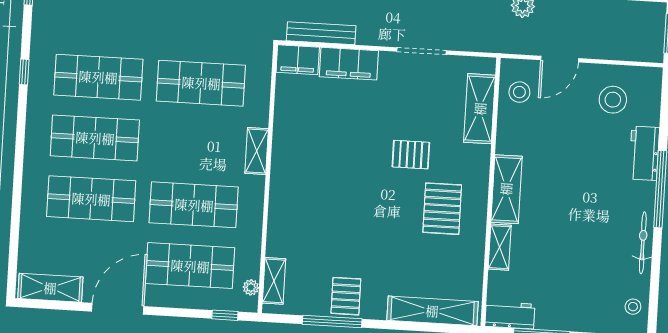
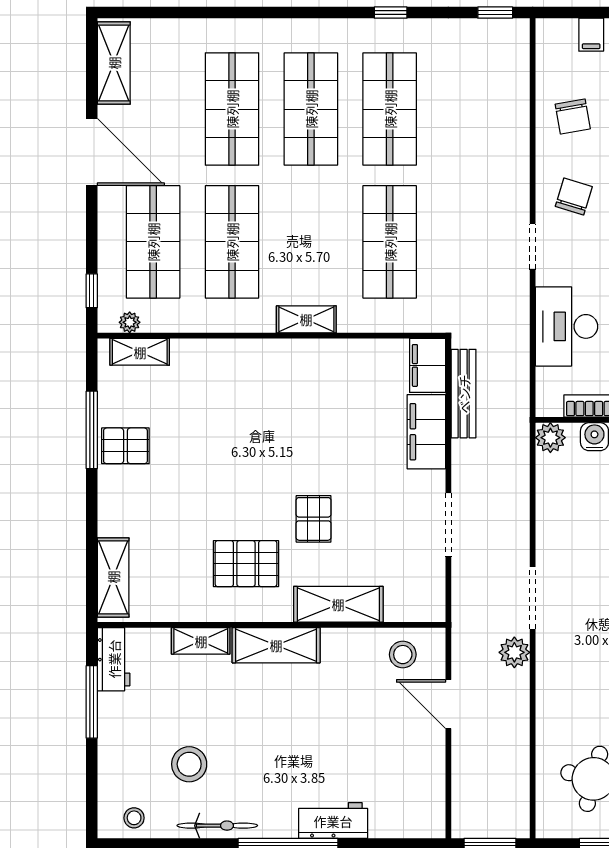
stool: (613, 100) -> (189, 764), moved
shelving: (480, 109) -> (338, 604), moved
shelving: (432, 311) -> (113, 577), width x0.68

